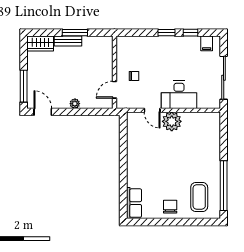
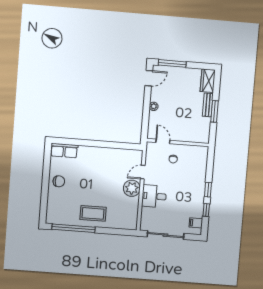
desk: (179, 95) -> (154, 196), width x0.73
coffee table: (199, 197) -> (93, 213), moved

